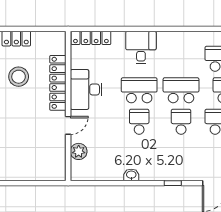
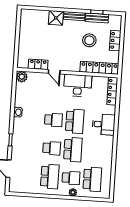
locker: (58, 83) -> (99, 68), moved
locker: (59, 150) -> (38, 64), added
plant: (79, 151) -> (22, 77), moved

